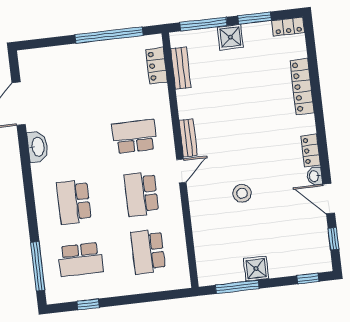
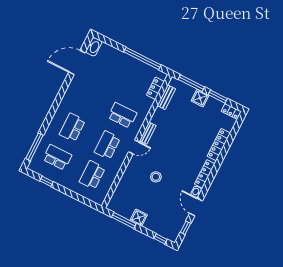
washbasin: (38, 147) -> (94, 47), moved
locker: (311, 151) -> (205, 174), width x1.53
school desk: (81, 259) -> (57, 157), turned 180

